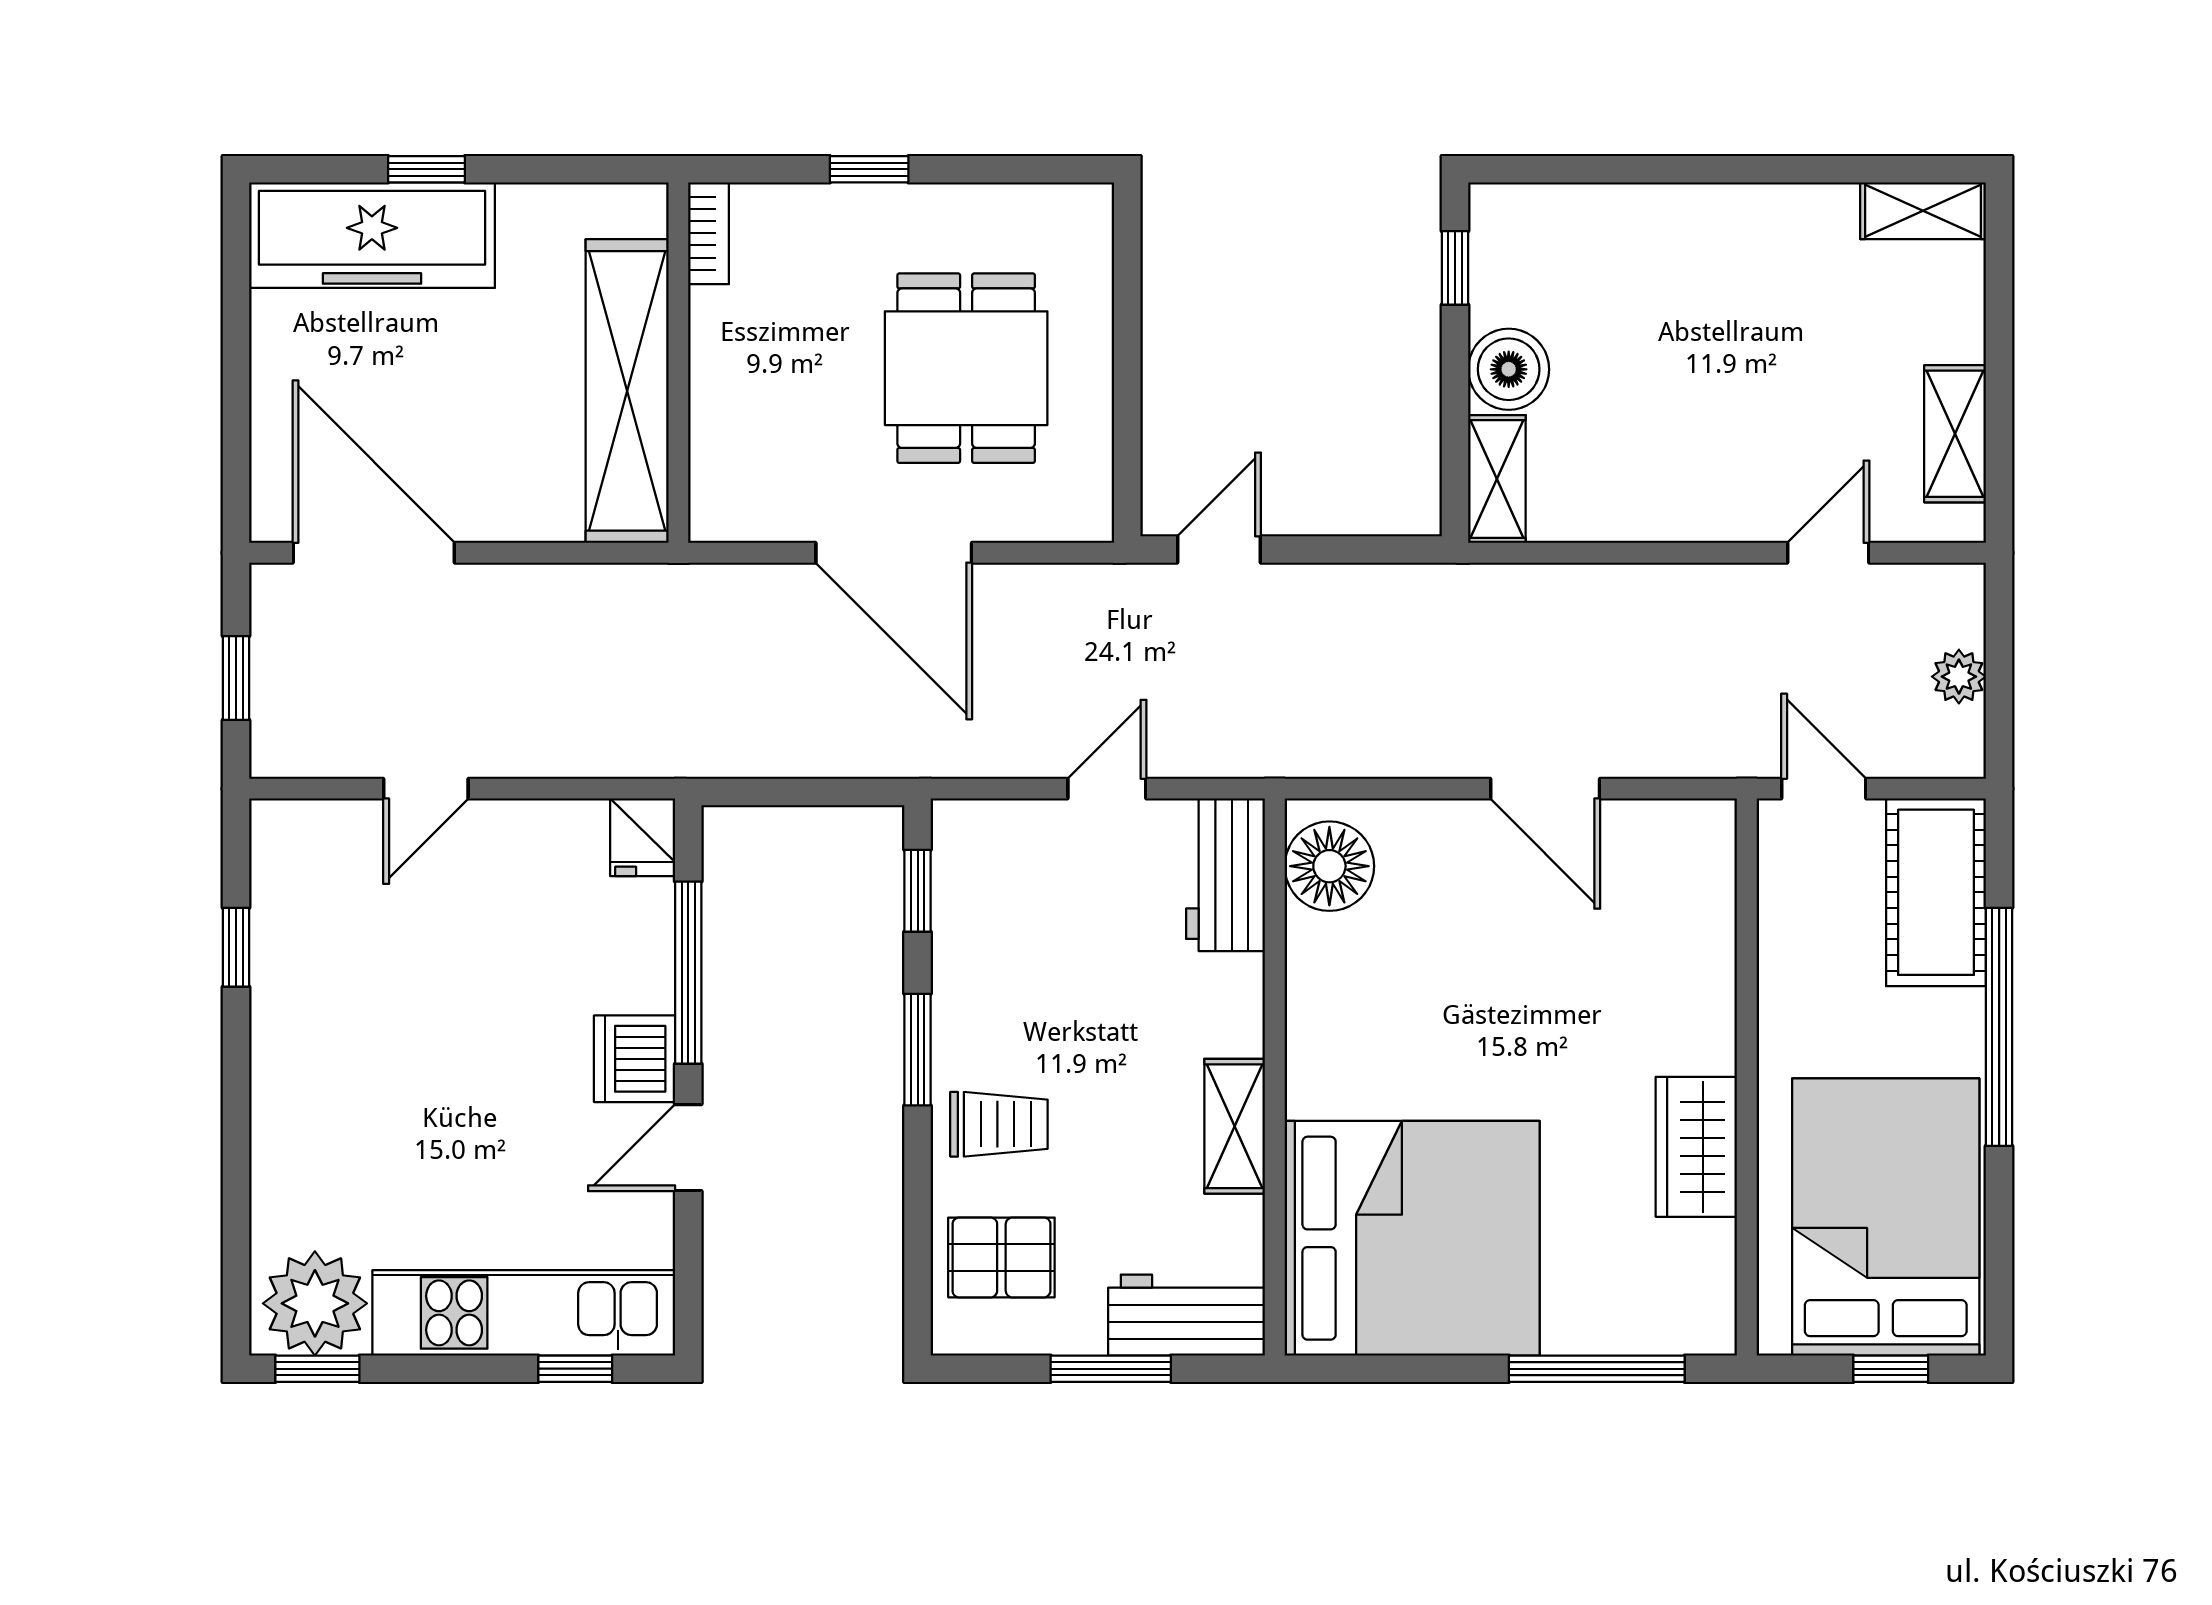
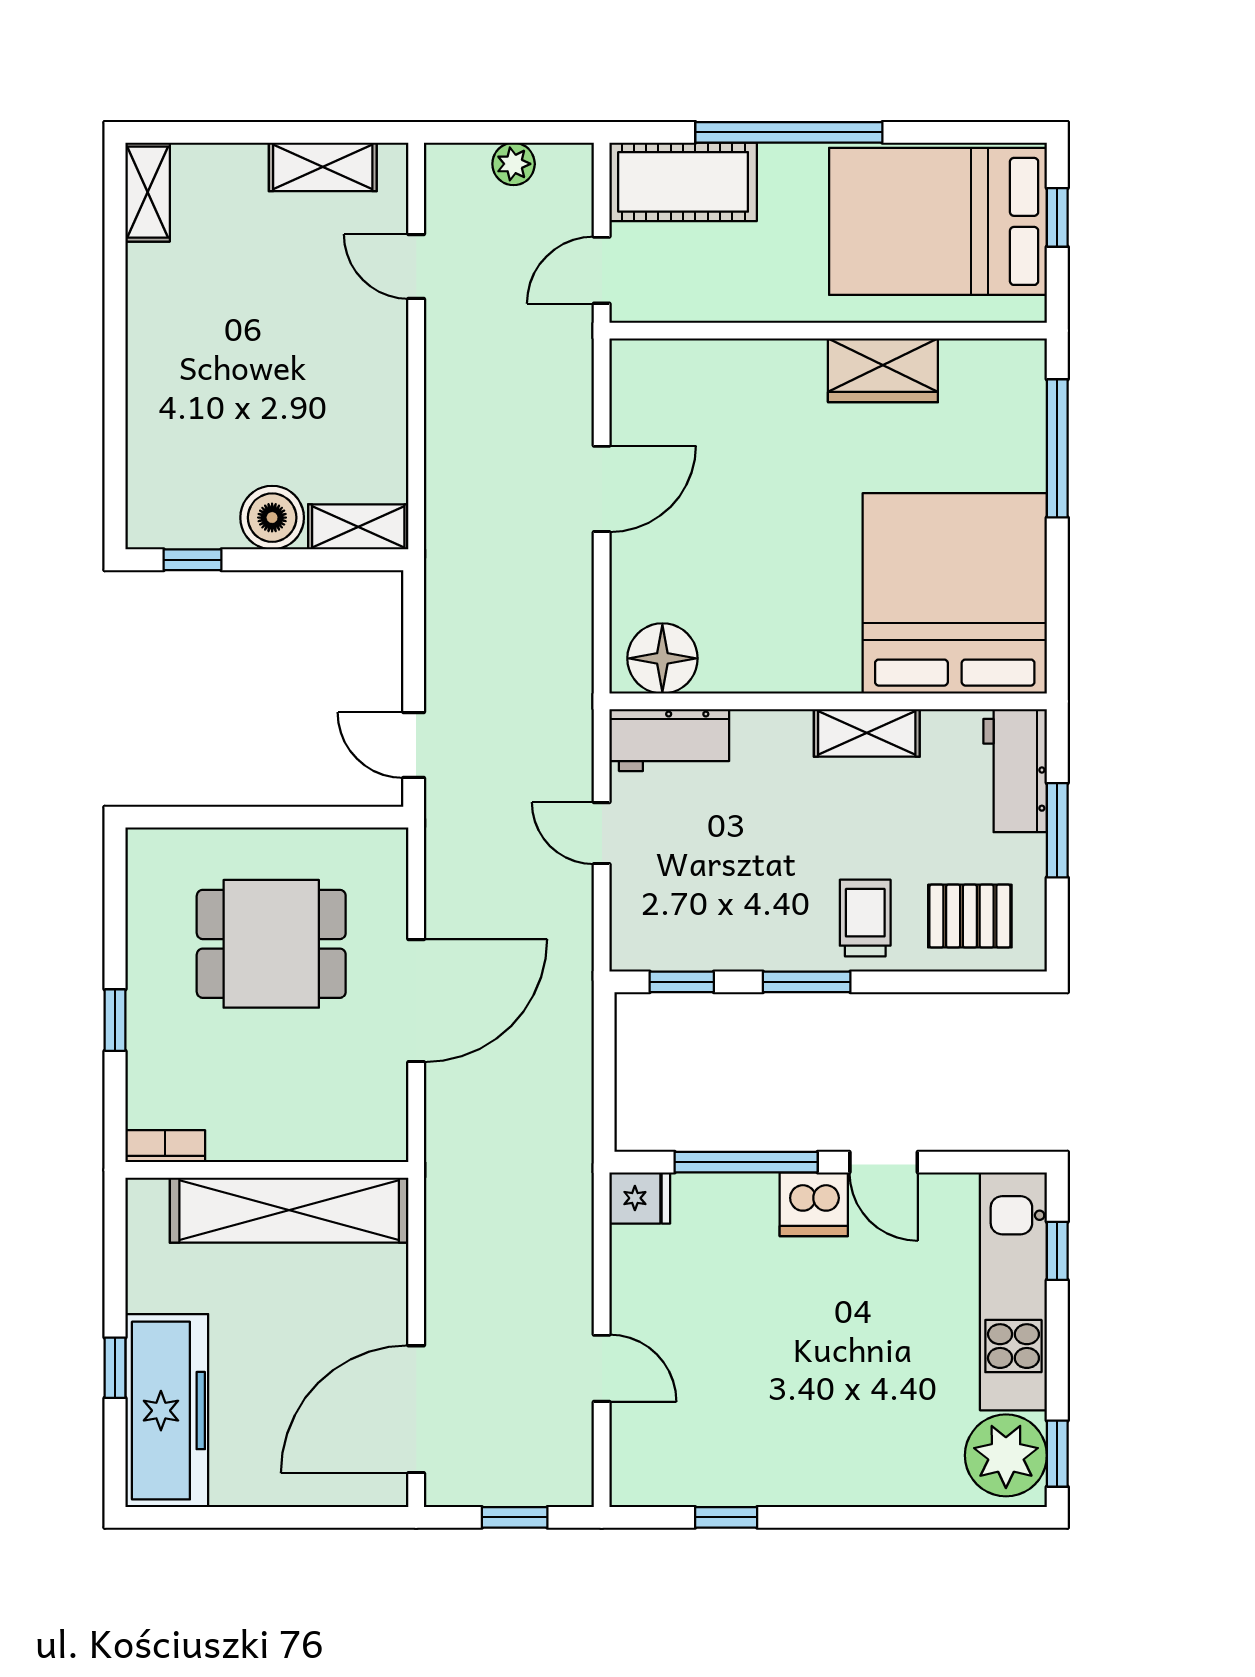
pallet: (1001, 1257) -> (970, 916), turned 90

